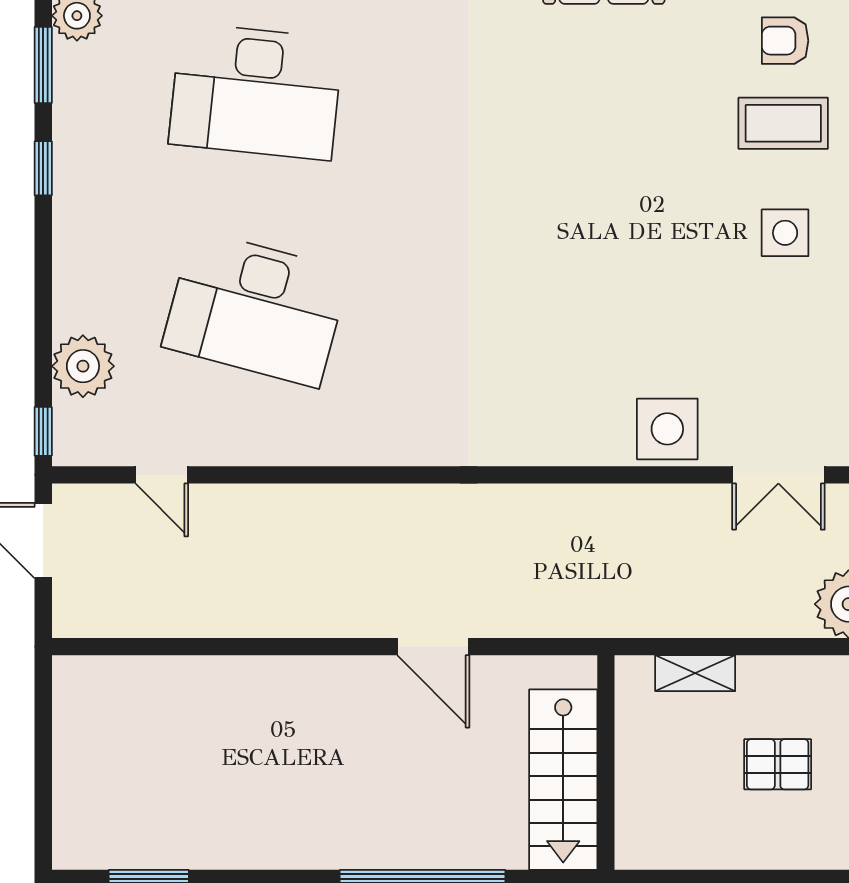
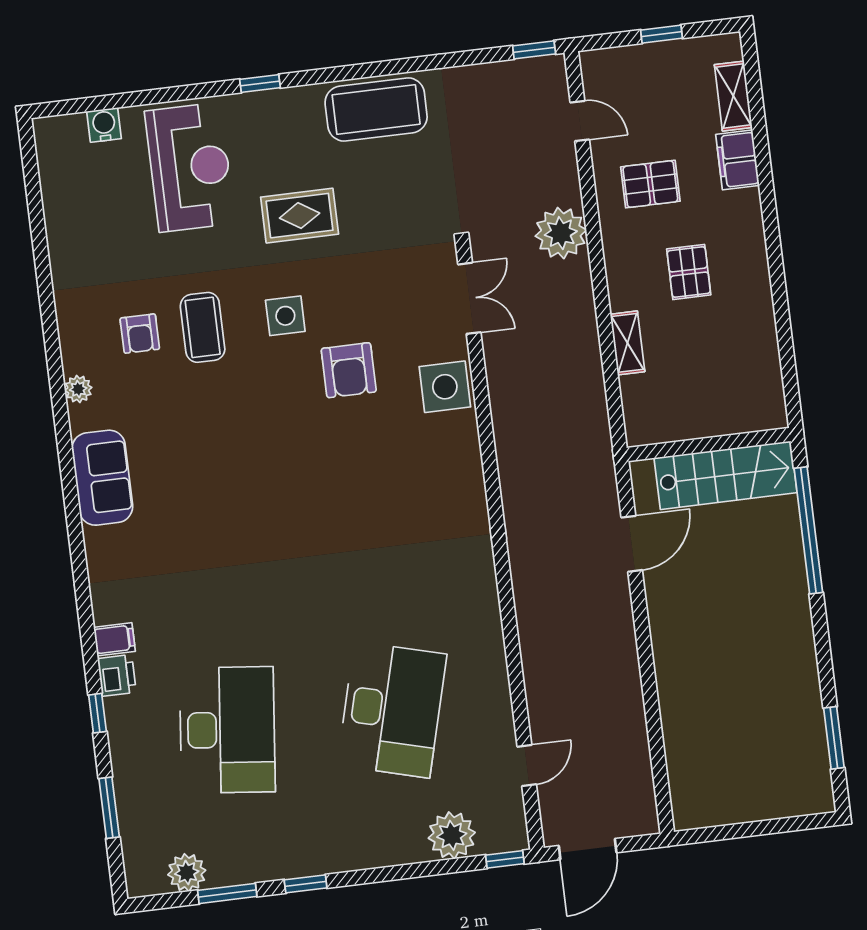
armchair: (704, 306) -> (349, 370), added
wall: (606, 763) -> (709, 445), moved
stairs: (563, 780) -> (726, 475), moved

